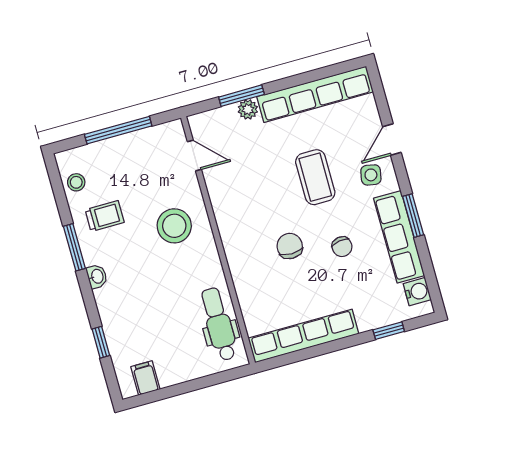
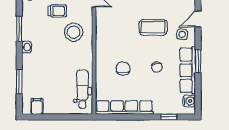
coffee table: (315, 177) -> (153, 27), turned 90
trolley: (105, 216) -> (57, 11), moved
chair: (290, 246) -> (123, 69), moved
window: (101, 342) -> (19, 82), width x1.50

